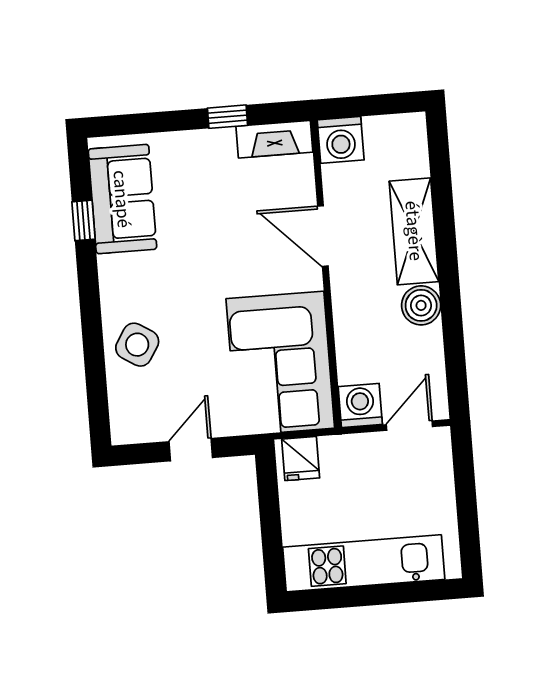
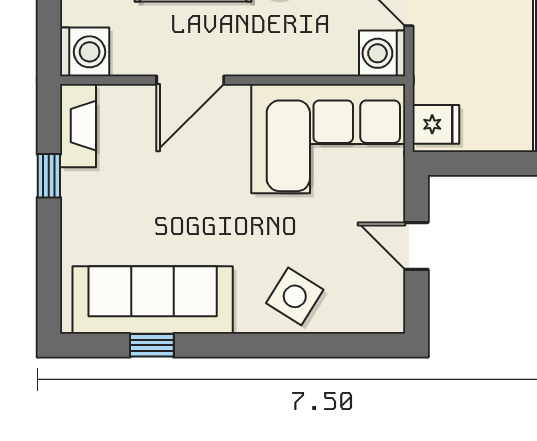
sofa: (122, 199) -> (153, 300), width x1.36

